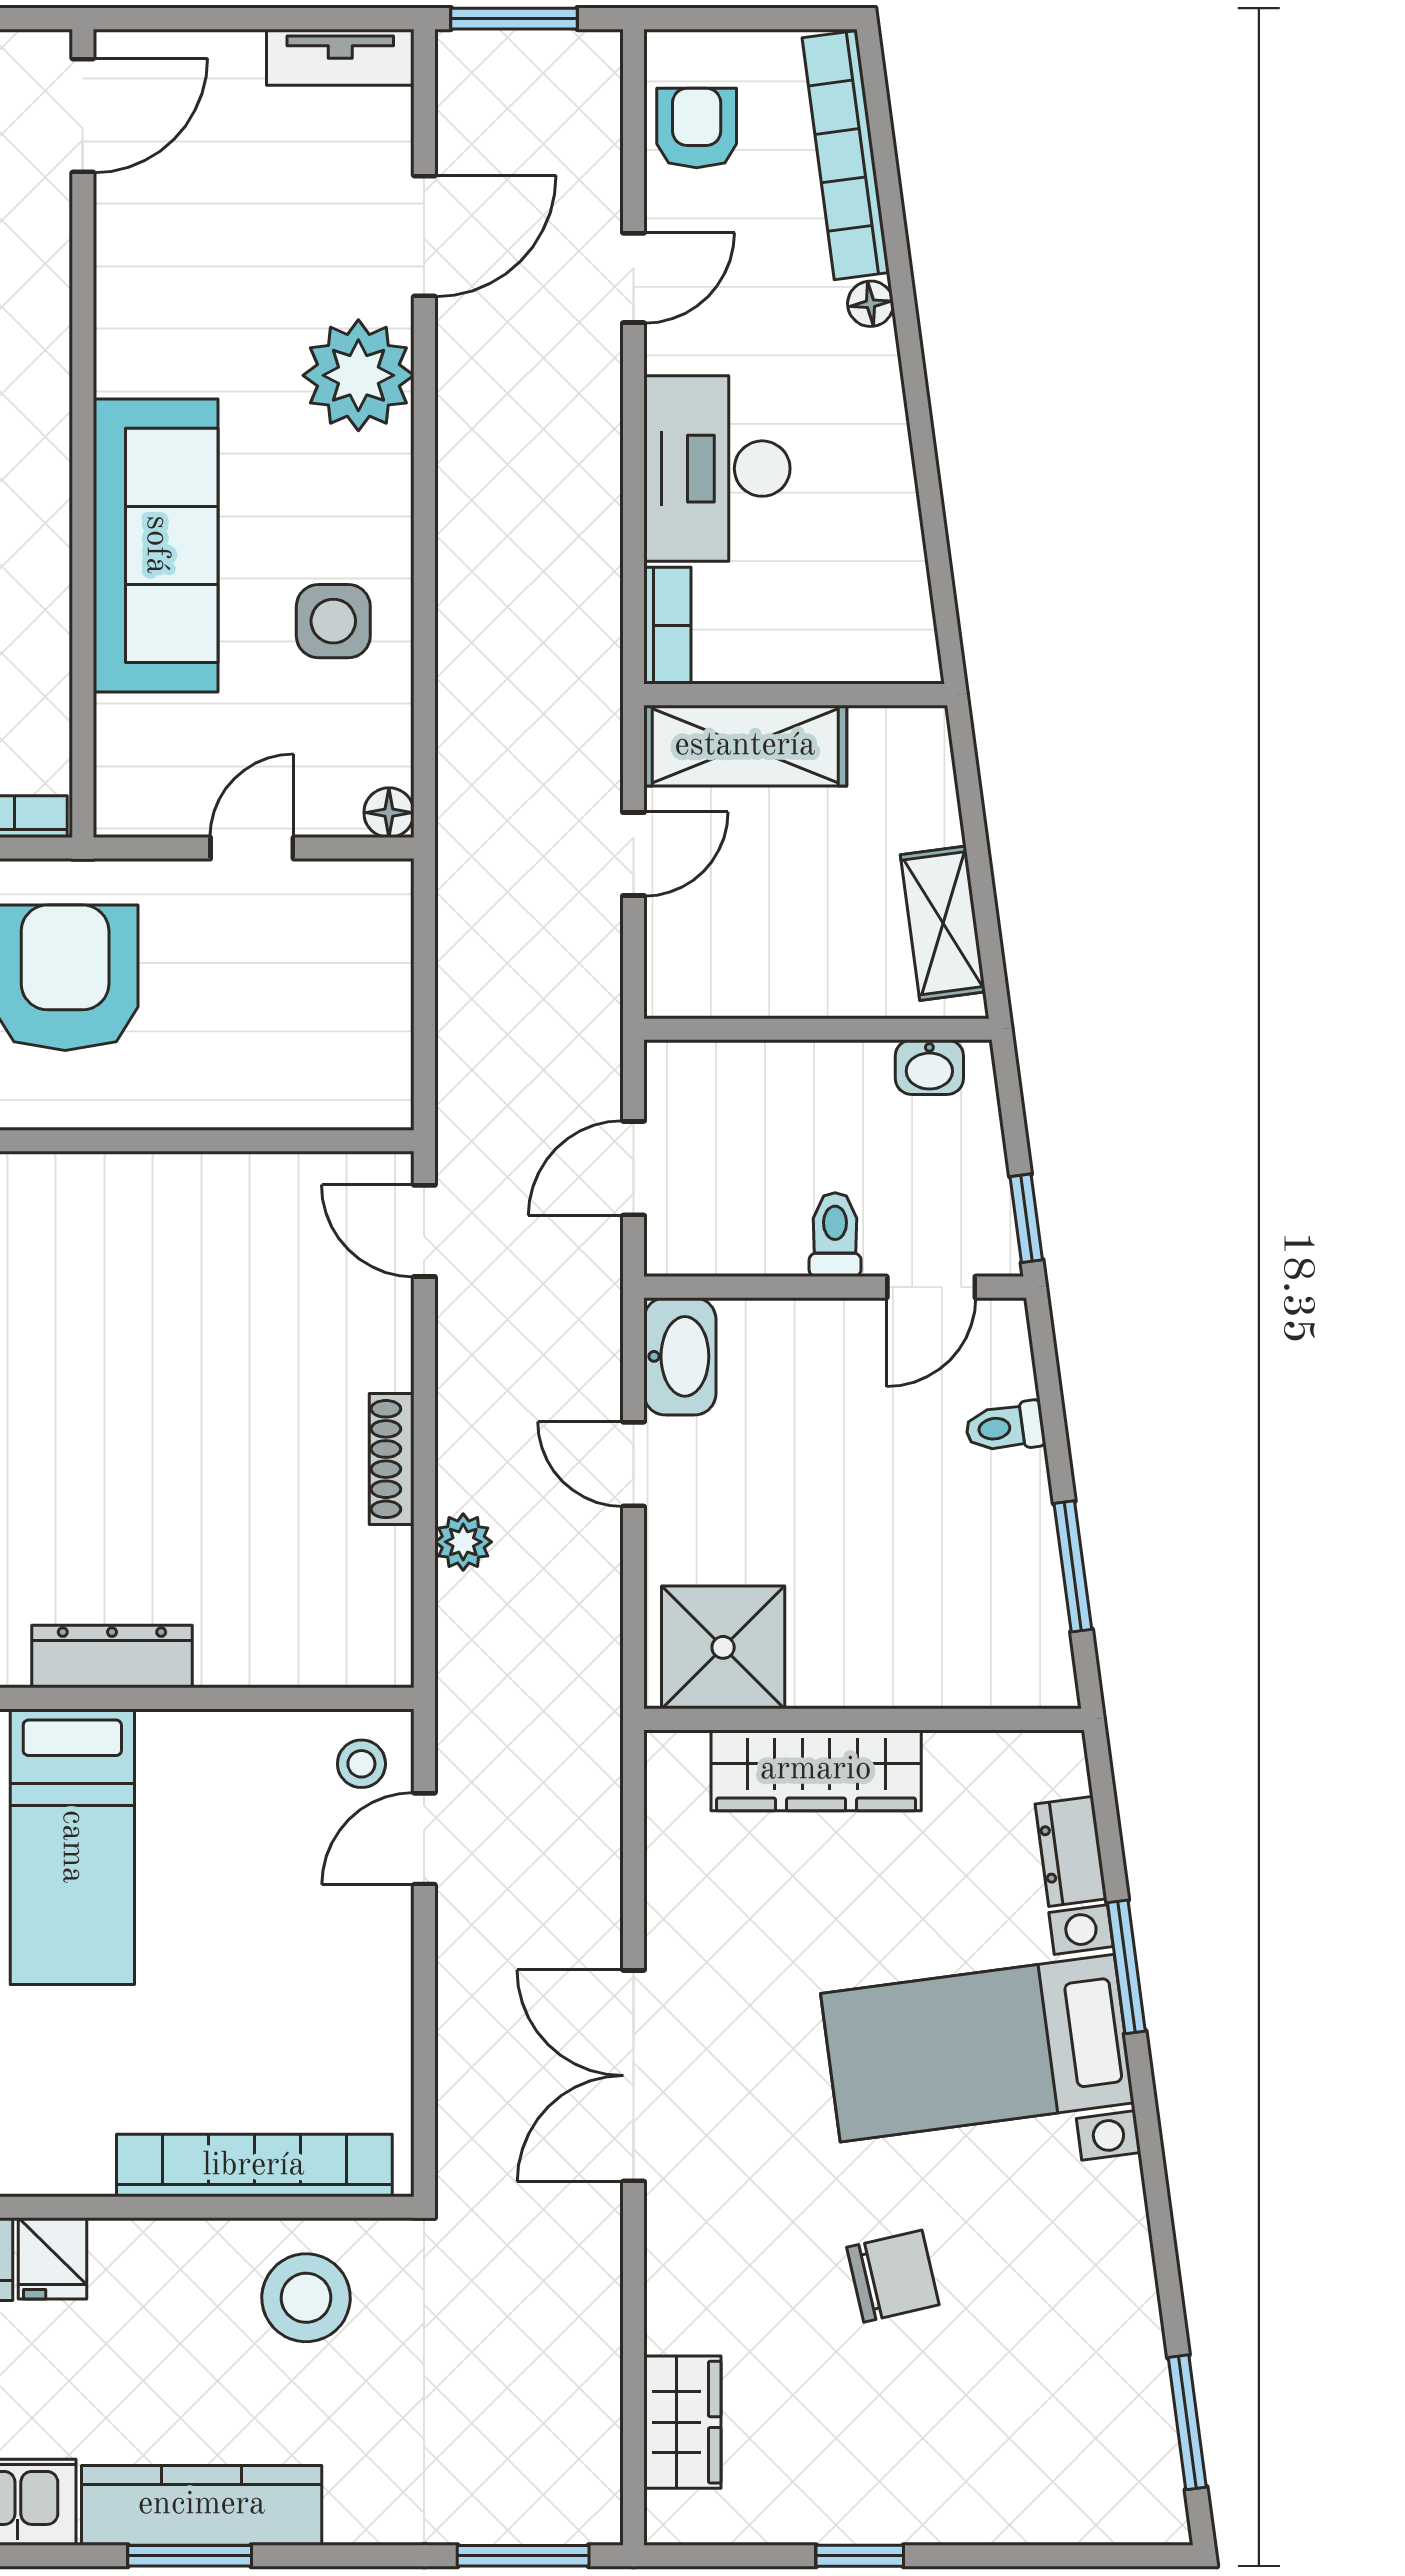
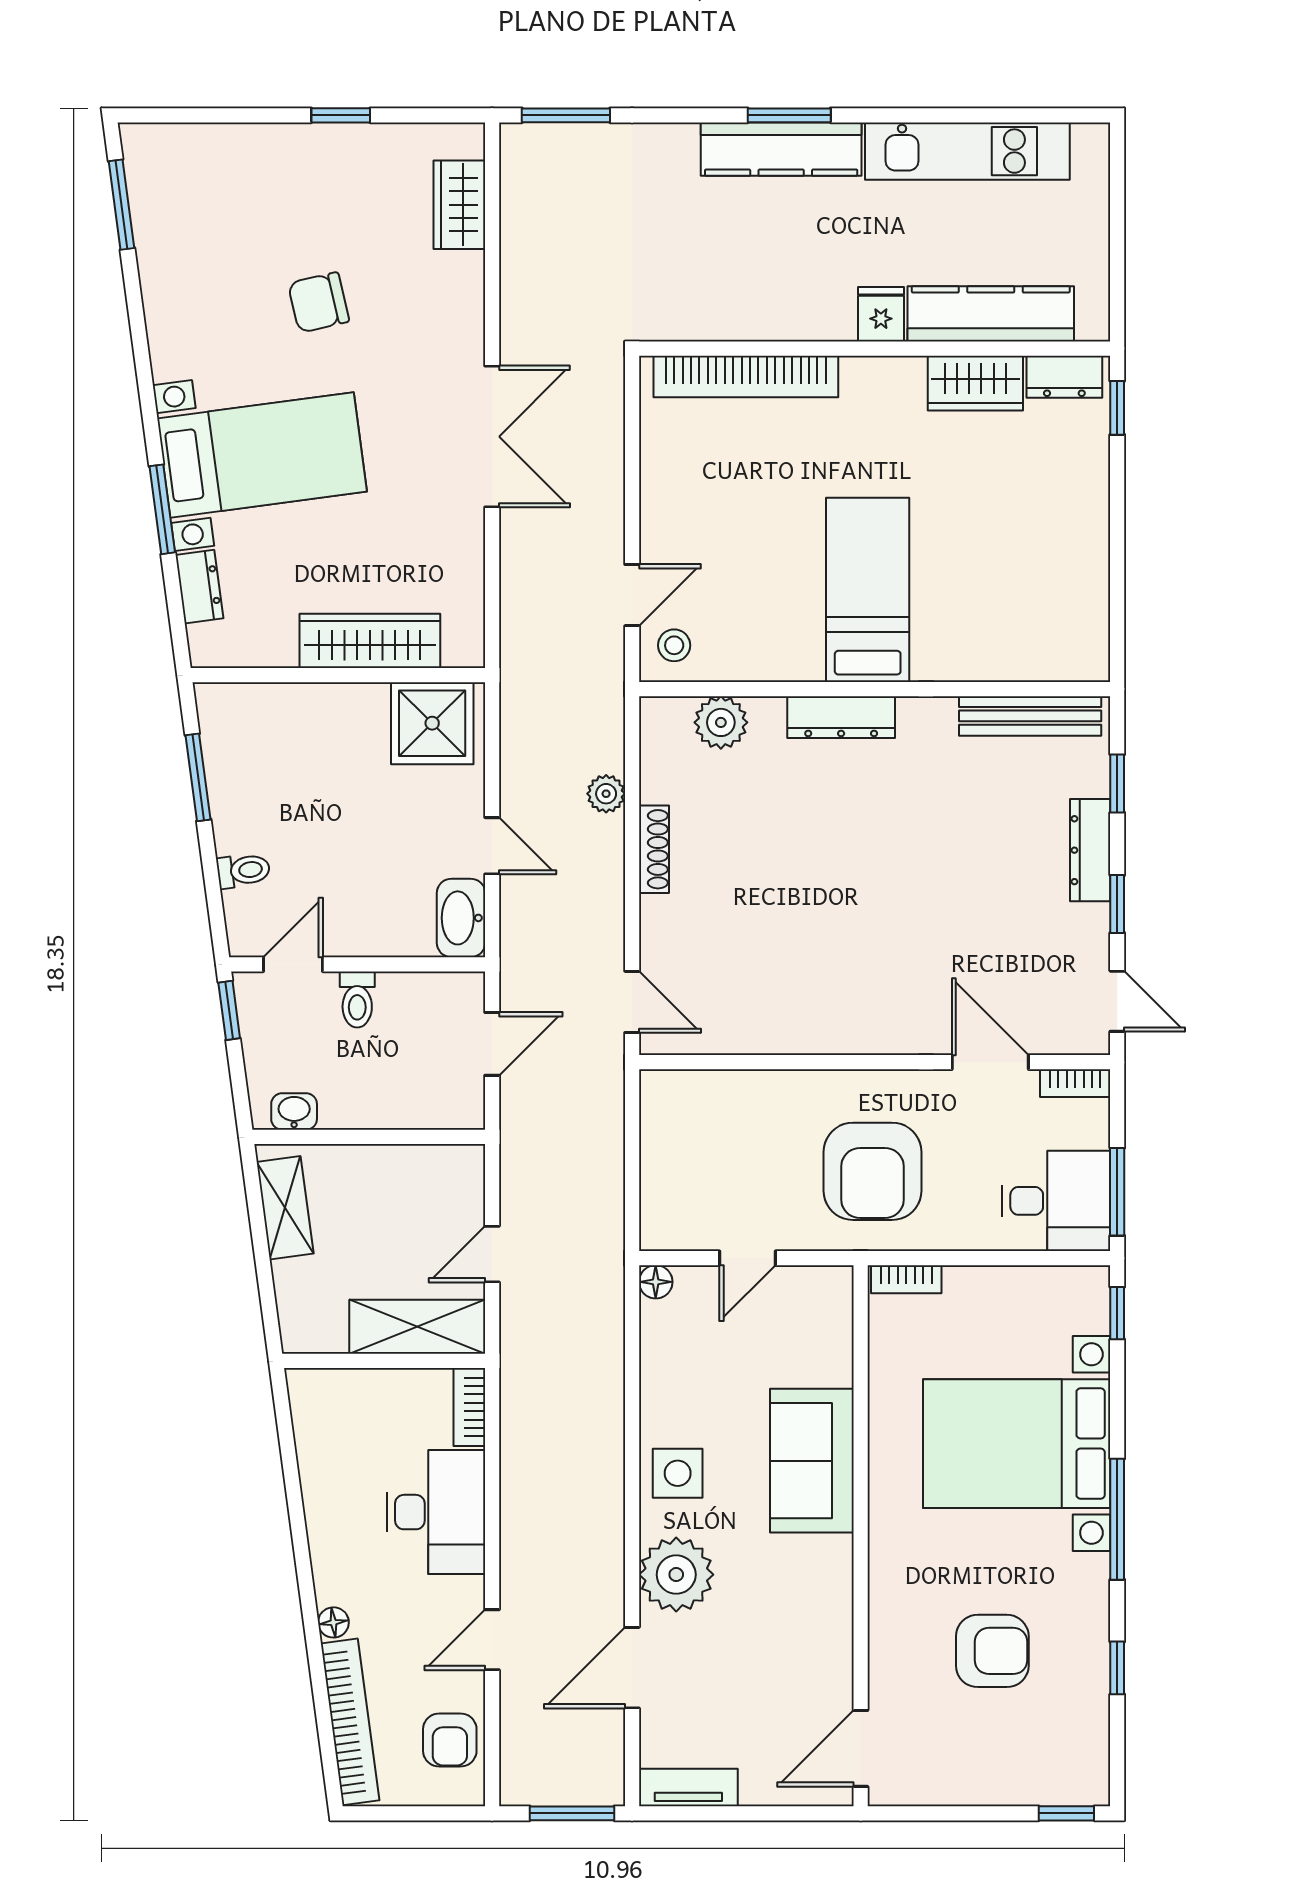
sofa: (156, 545) -> (812, 1461), width x0.73
side table: (333, 621) -> (678, 1473), moved
plant: (292, 1648) -> (721, 722), added
stool: (306, 2298) -> (711, 288), removed

